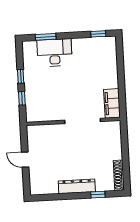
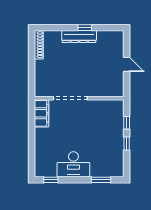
desk: (55, 53) -> (73, 164), moved
window: (98, 195) -> (85, 28), moved

